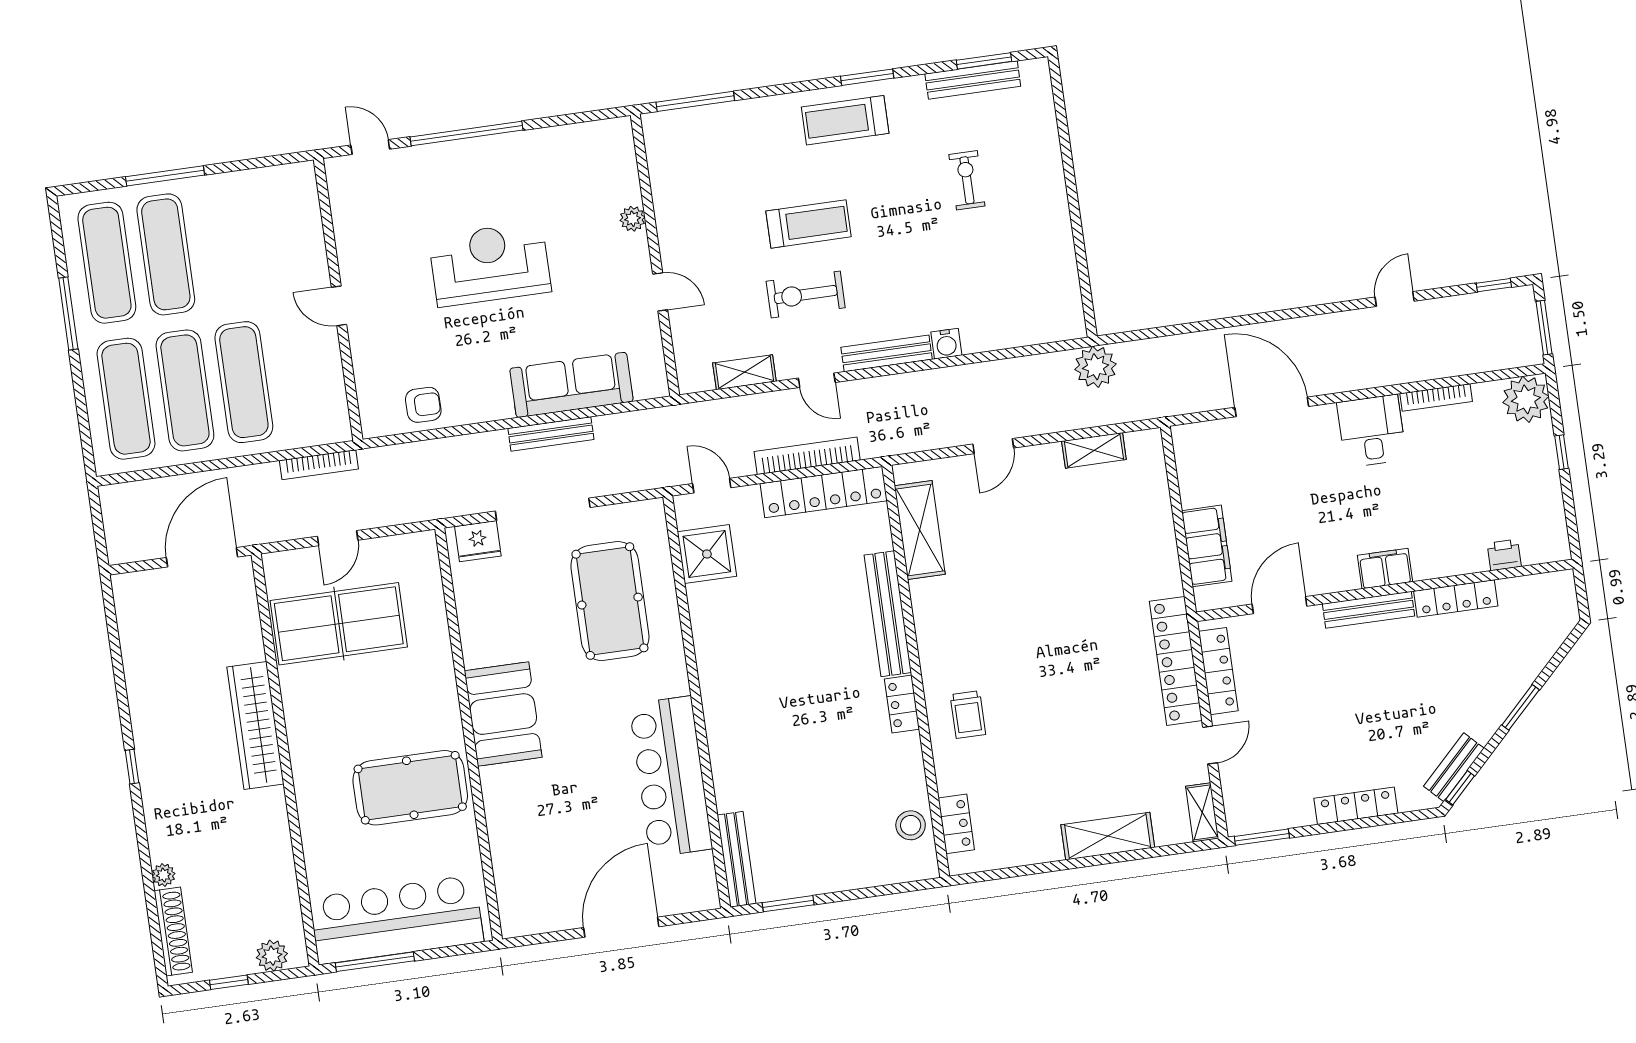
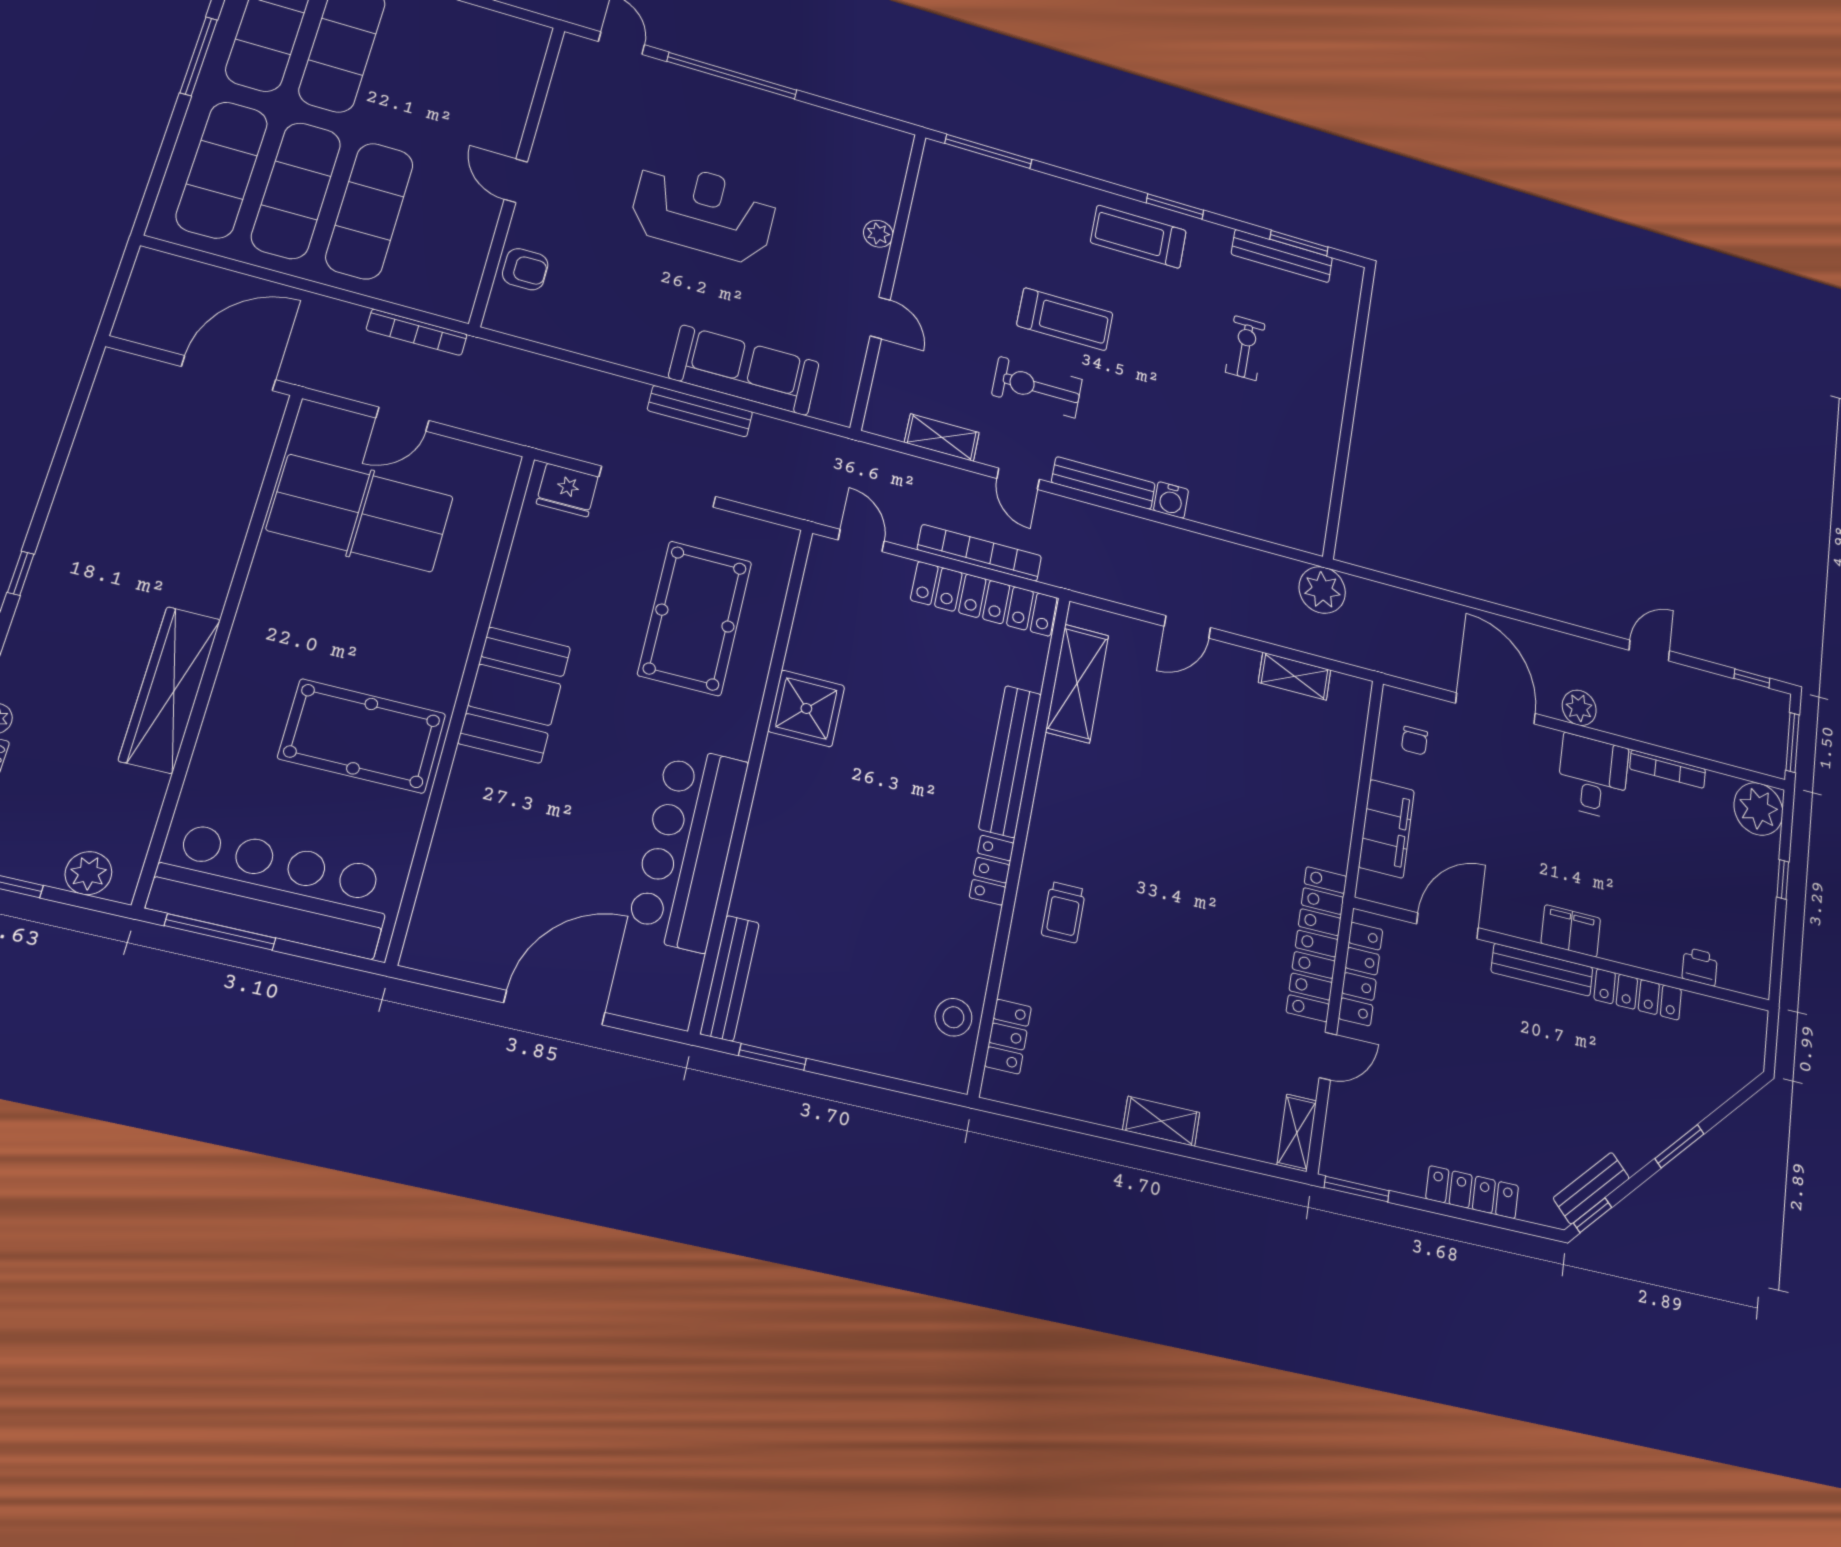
plant: (1345, 376) -> (1579, 708), added
armchair: (423, 405) -> (525, 269), moved
chair: (1210, 463) -> (1415, 741), added
shower: (707, 554) -> (806, 708), moved
wardrobe: (255, 725) -> (170, 690), moved
shelving: (1108, 836) -> (1161, 1121), width x0.67, depth x0.75

